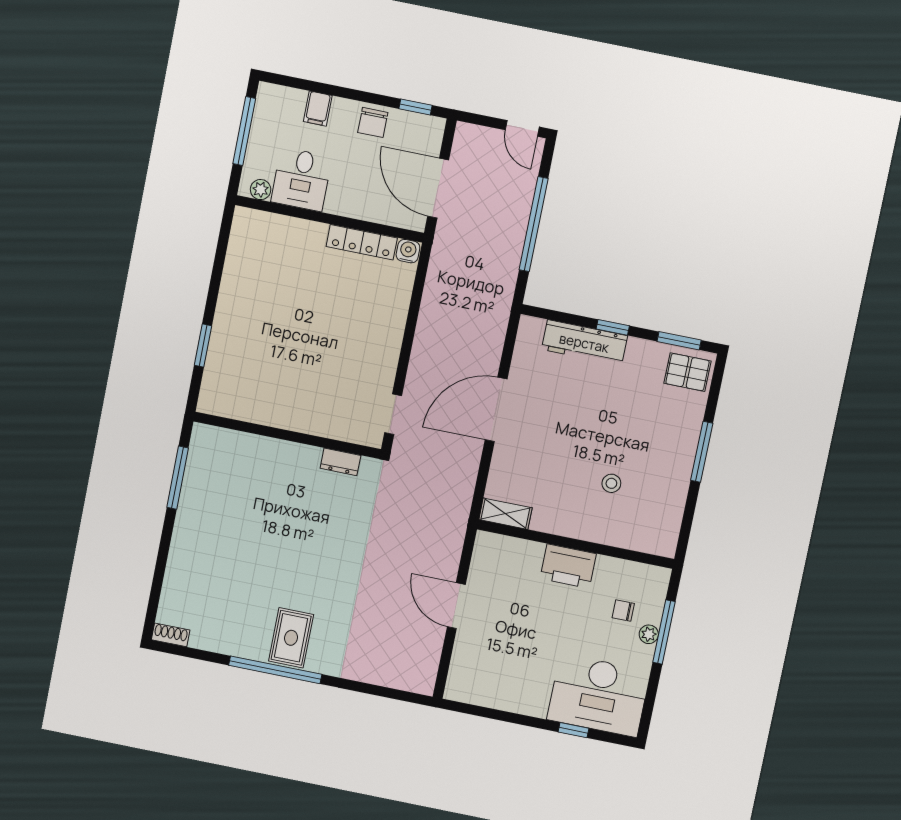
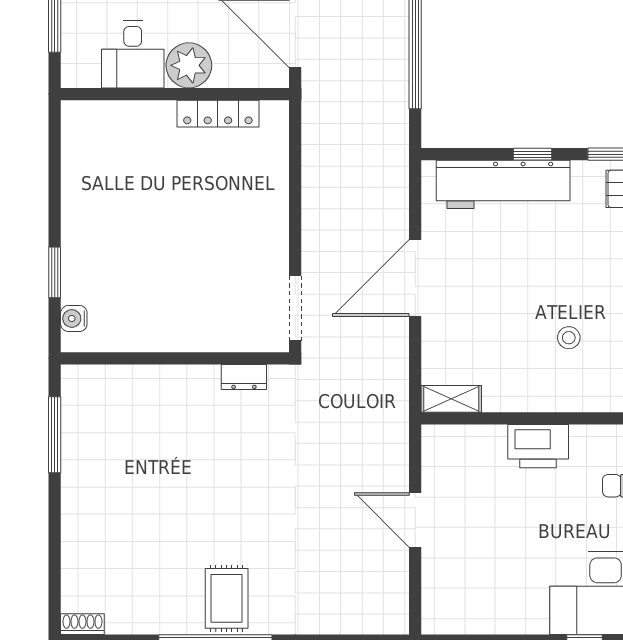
plant: (261, 190) -> (189, 65), moved, width x1.88, depth x1.88
water cooler: (408, 251) -> (74, 318), moved, turned -90
workbench: (584, 343) -> (503, 184), width x1.36, depth x1.32
doorway: (393, 414) -> (295, 308), width x1.38

